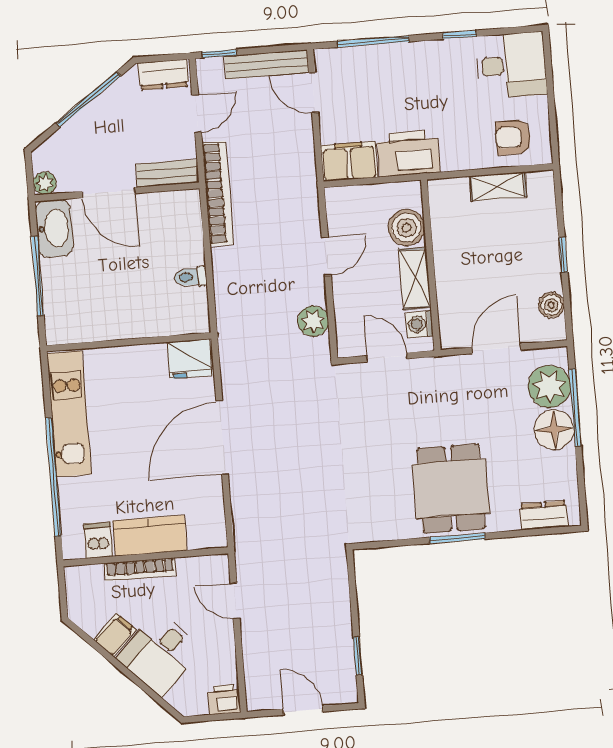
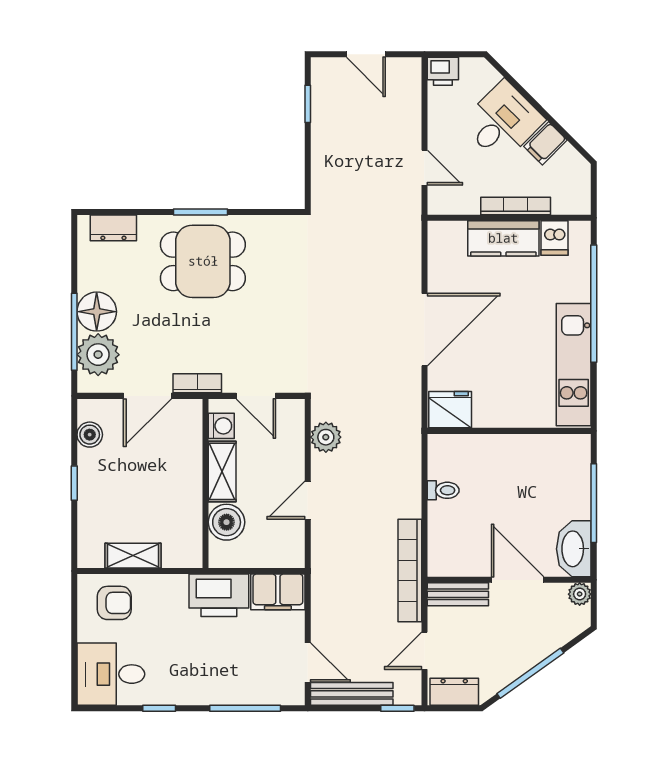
bookcase: (447, 365) -> (197, 383), added
dining table: (451, 489) -> (203, 261), turned 90

